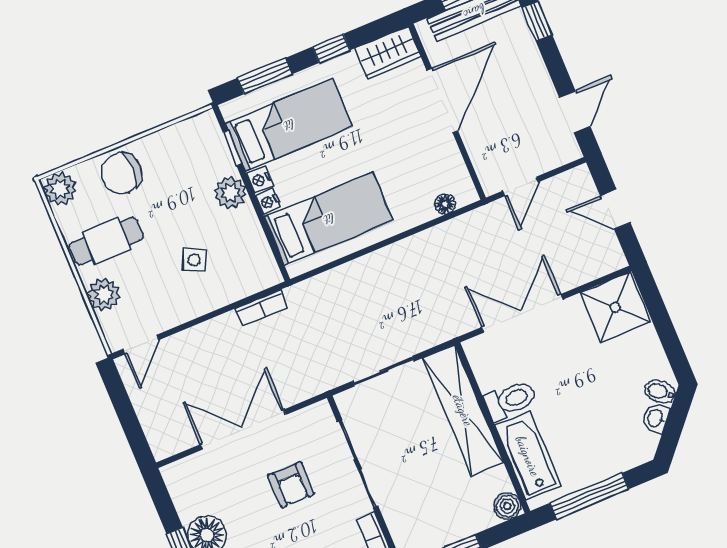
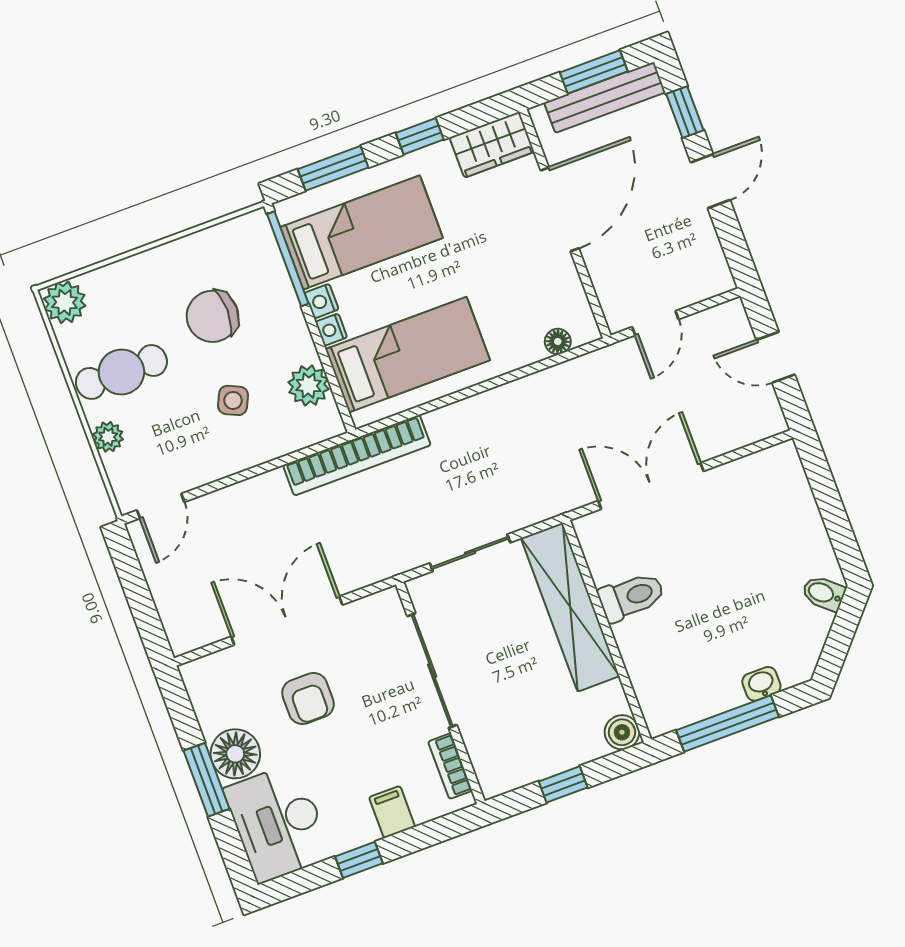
door: (575, 112) -> (710, 181), moved
window: (232, 148) -> (288, 259), width x2.17
chair: (122, 173) -> (213, 316), moved
plant: (230, 193) -> (309, 386), moved
plant: (104, 295) -> (108, 437), width x0.73, depth x0.73
shower: (615, 307) -> (770, 483), removed
bookcase: (261, 308) -> (357, 455), width x2.31, depth x1.31
washbasin: (656, 418) -> (761, 684), moved, turned 49
bathtub: (528, 456) -> (651, 669), removed
armchair: (291, 485) -> (308, 698), moved

